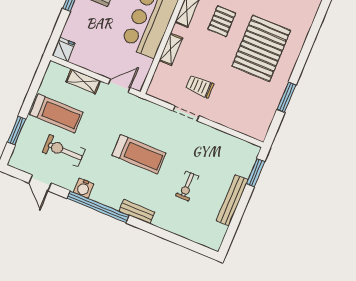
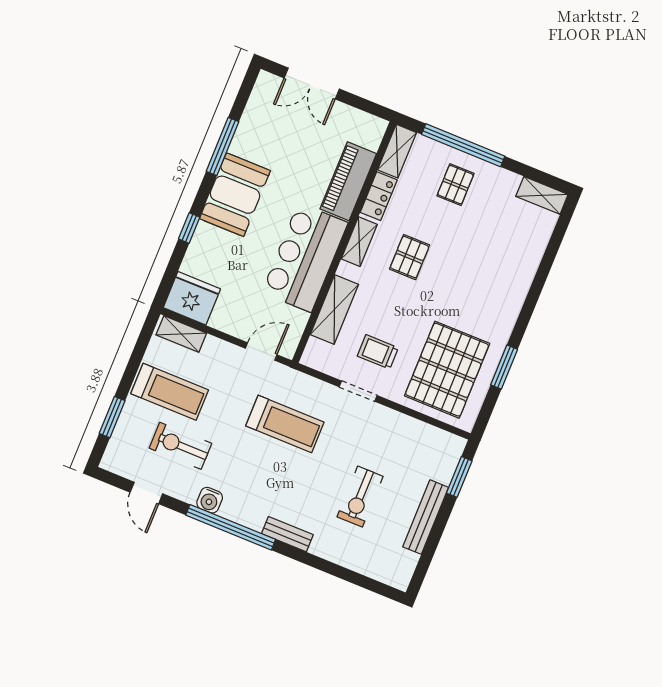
pallet: (261, 48) -> (447, 370), moved
fridge: (64, 49) -> (192, 298), width x1.88, depth x1.34
shelving: (171, 49) -> (334, 309), width x1.50, depth x1.33
shelving: (83, 81) -> (181, 334), moved
treadmill: (139, 154) -> (285, 424), moved
exercise bike: (187, 186) -> (360, 497), width x1.38, depth x1.39

